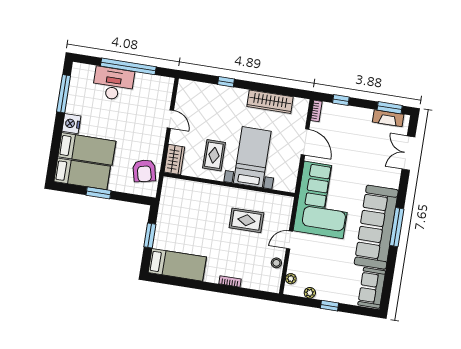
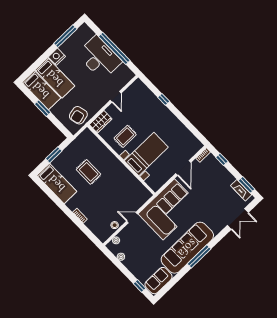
desk: (113, 84) -> (99, 58), width x1.36, depth x1.30
wardrobe: (270, 102) -> (180, 130), removed
double door: (408, 153) -> (238, 219), swing flipped
rug: (246, 220) -> (89, 172), moved
window: (329, 306) -> (140, 286), moved

